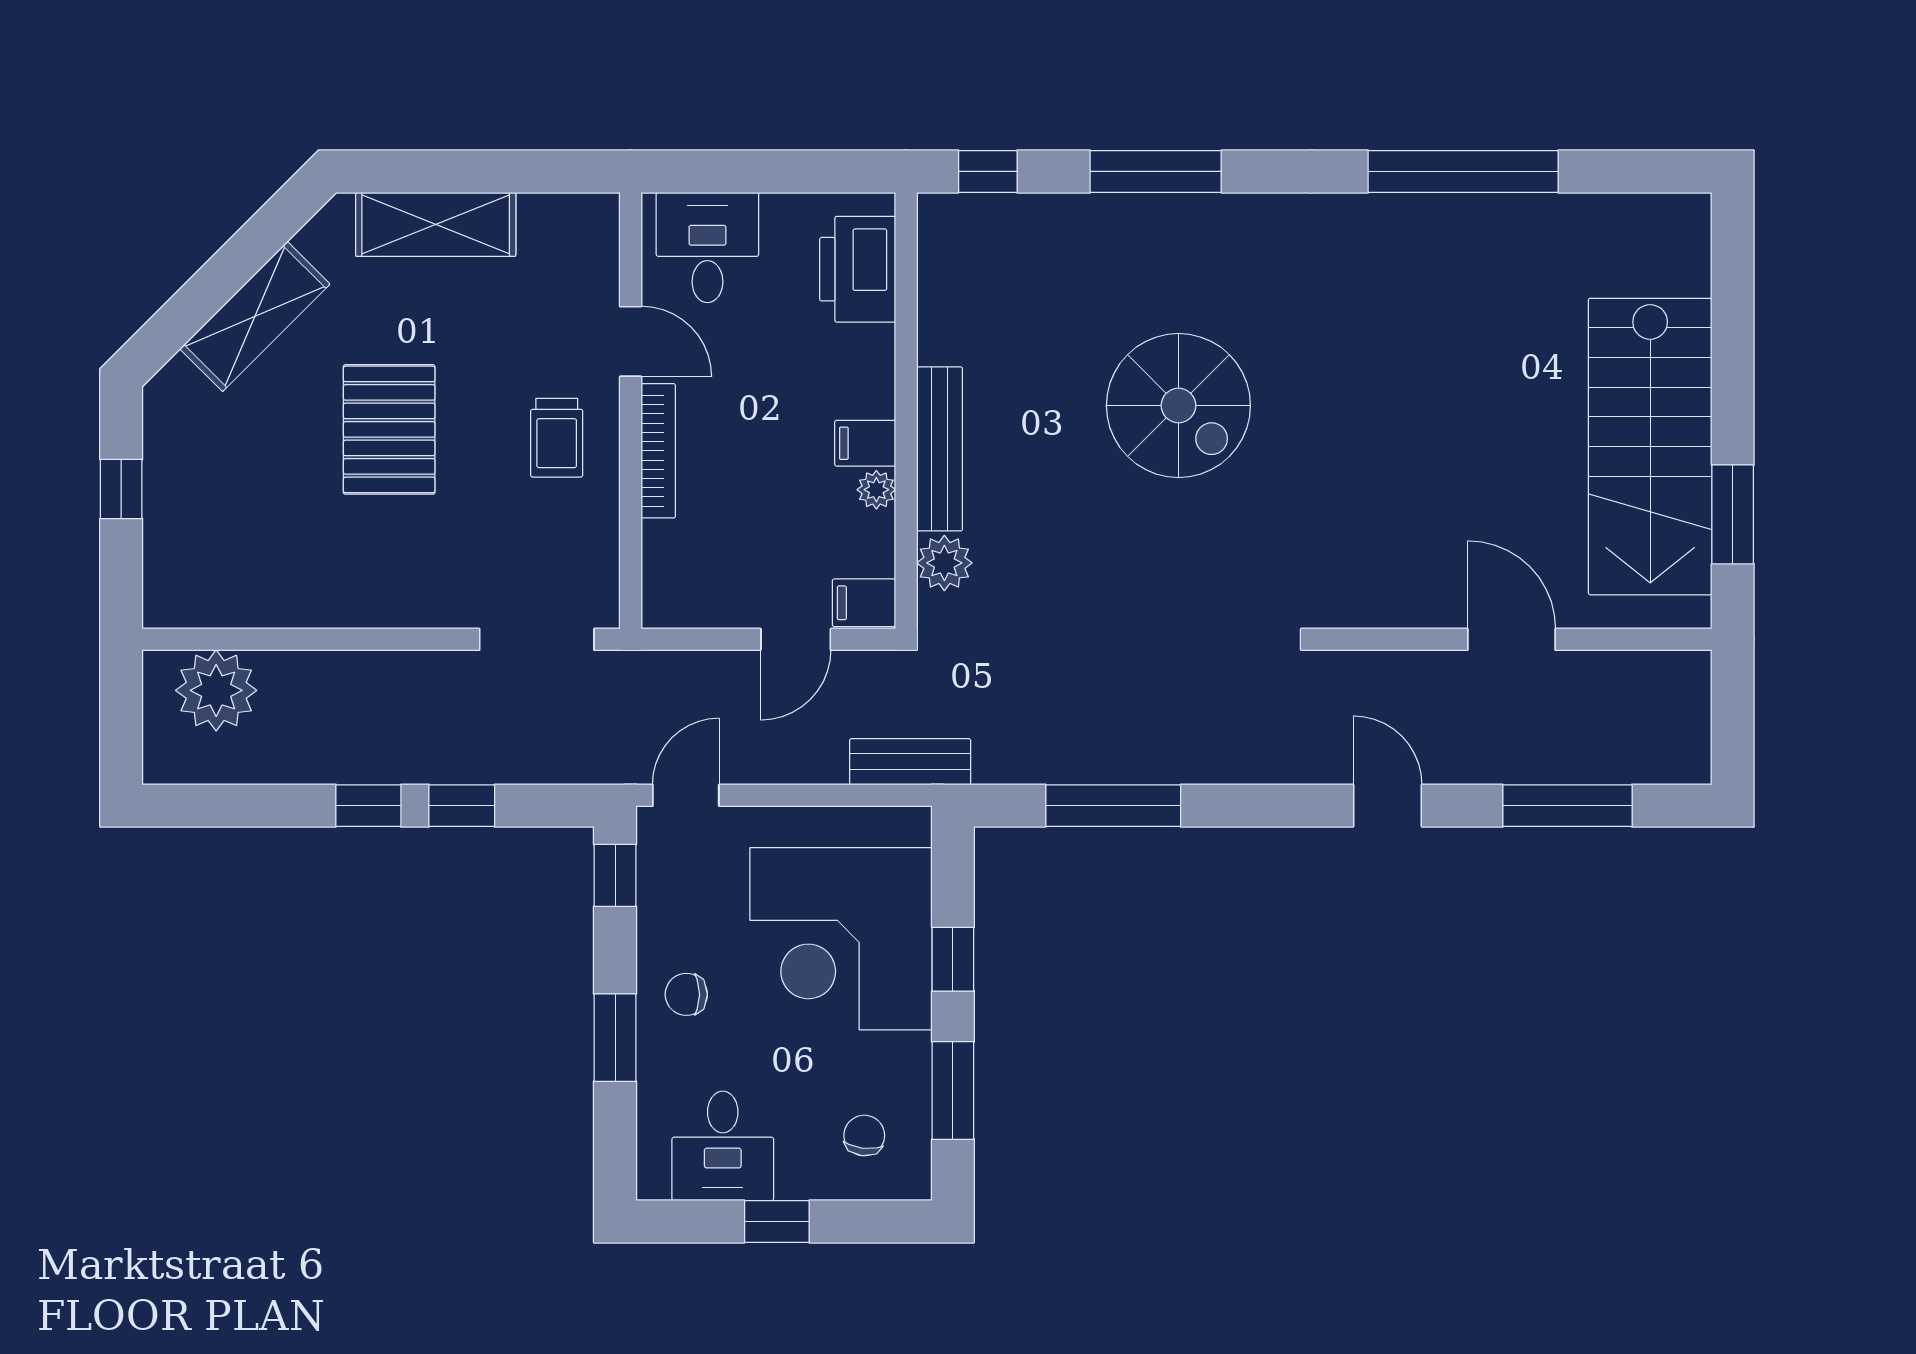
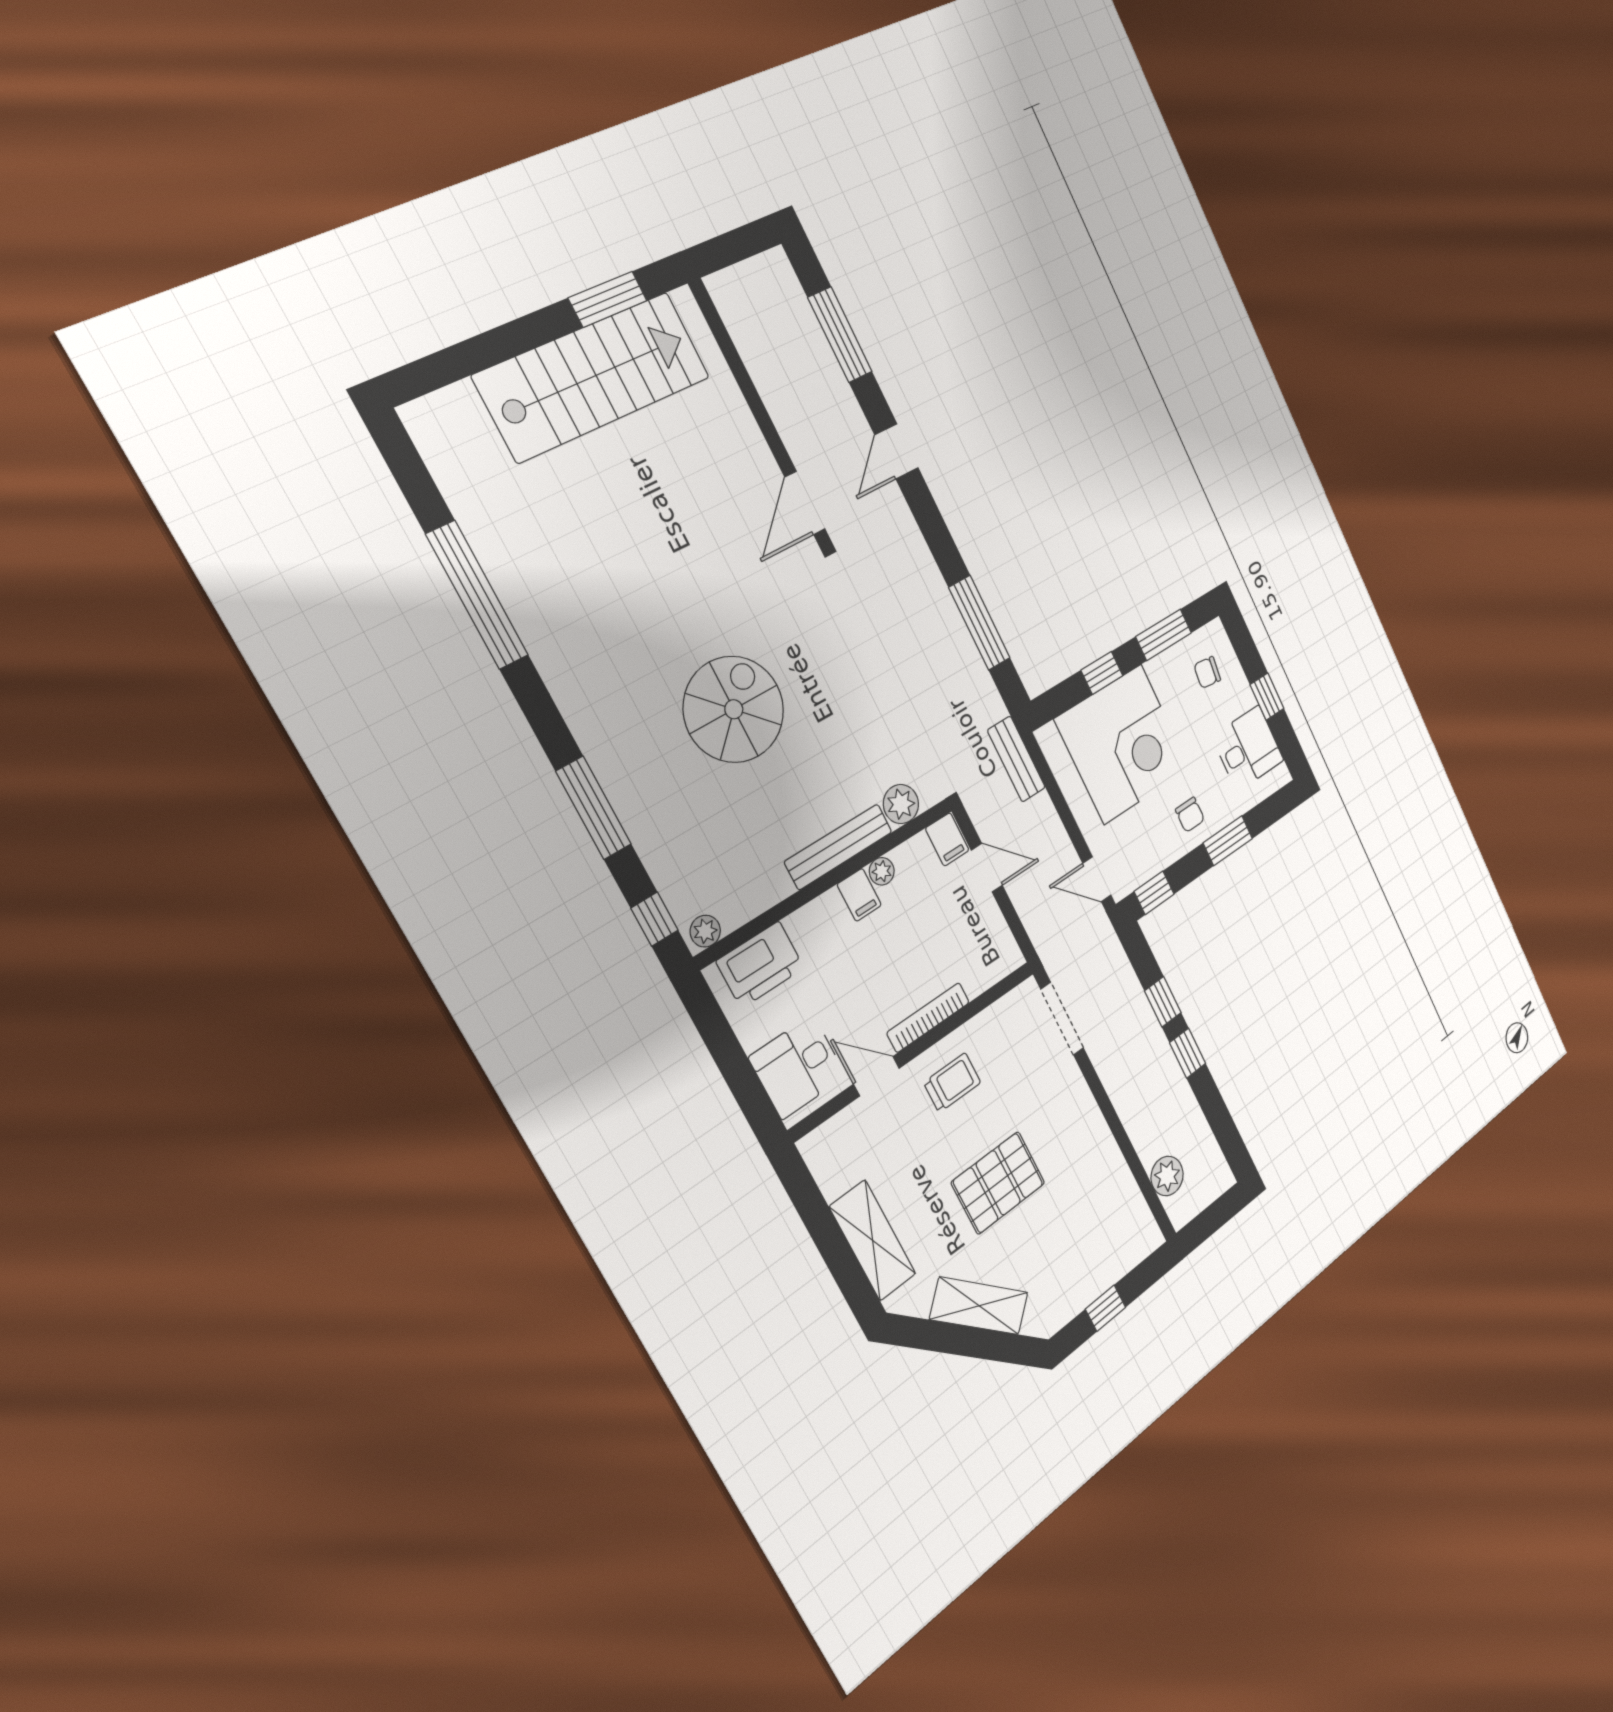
plant: (938, 224) -> (705, 931), added
door: (631, 341) -> (876, 1076), hinge flipped
door: (1512, 639) -> (805, 503), moved
plant: (216, 690) -> (1167, 1176), width x0.73, depth x0.73

